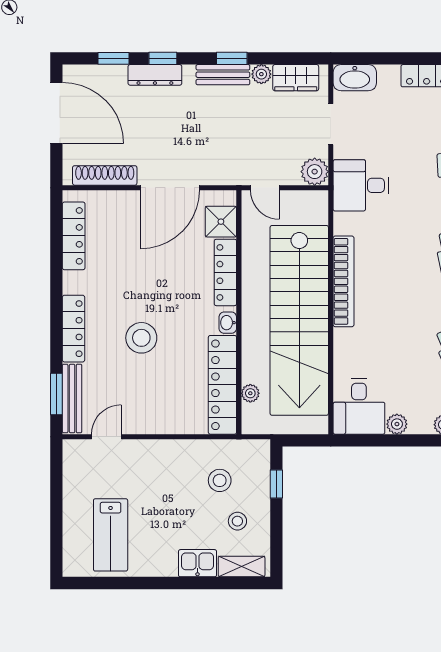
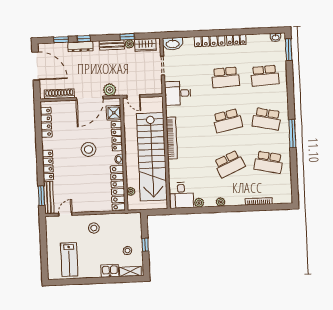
window: (232, 58) -> (127, 37), moved
plant: (315, 172) -> (110, 90), moved
stool: (141, 338) -> (89, 149), moved
stool: (220, 480) -> (94, 228), moved
window: (276, 484) -> (145, 245), moved

